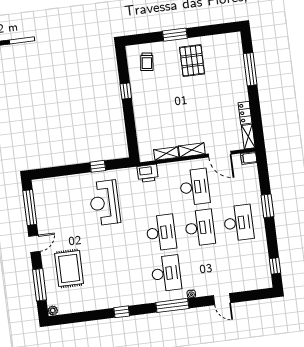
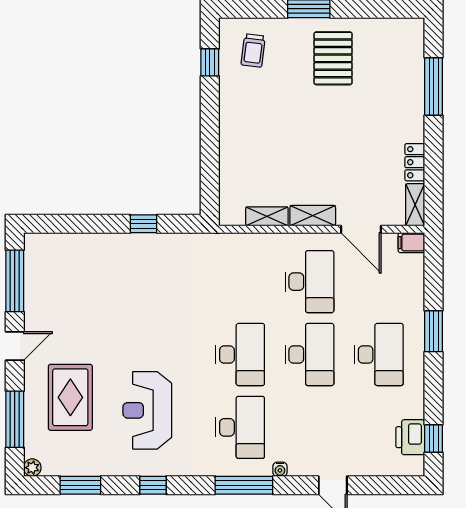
window: (126, 91) -> (210, 62), moved
printer: (148, 173) -> (410, 437), moved, turned 90
reception desk: (105, 203) -> (147, 410), moved
window: (81, 317) -> (80, 485), added

